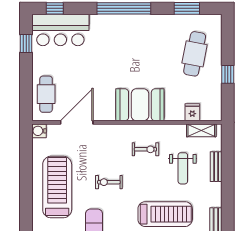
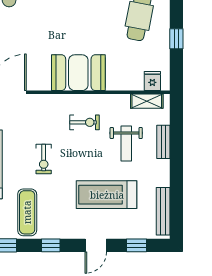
fridge: (192, 112) -> (152, 81), moved
exercise bike: (109, 182) -> (44, 159), turned -90
treadmill: (165, 214) -> (107, 195), turned 180

